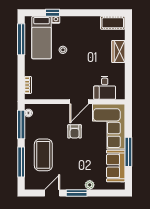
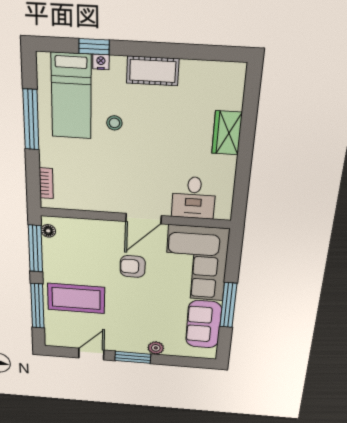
cot: (113, 23) -> (153, 71), moved
window: (21, 39) -> (31, 120), moved
armchair: (75, 131) -> (133, 266), turned 90
coffee table: (43, 155) -> (76, 298), turned 90

